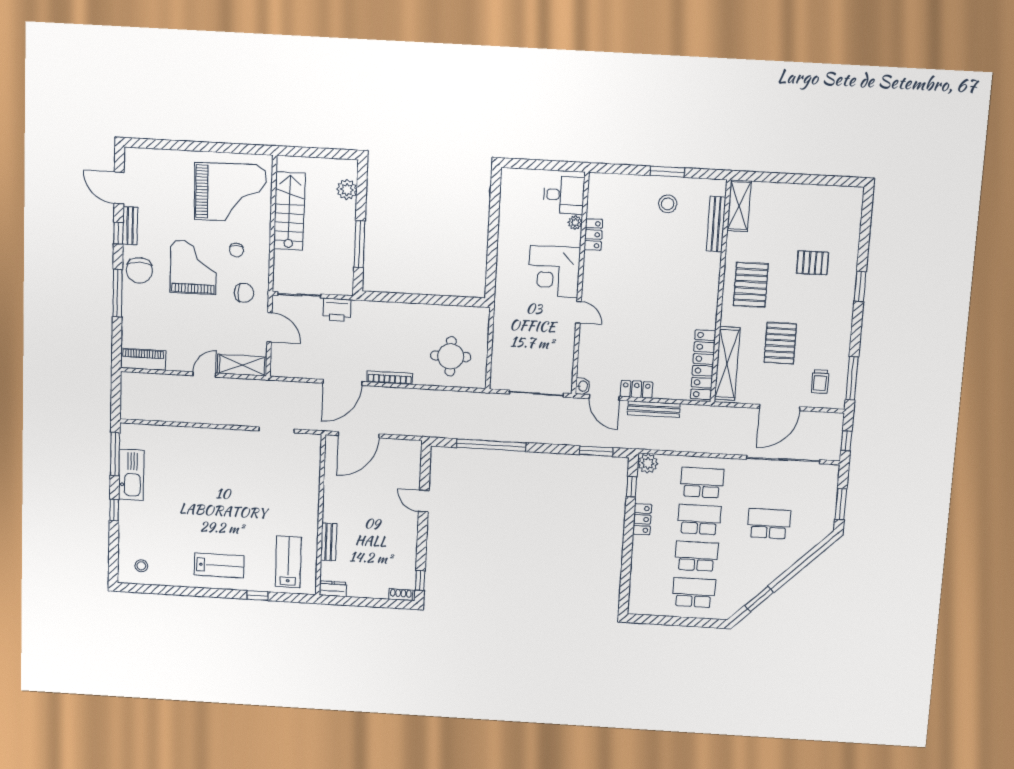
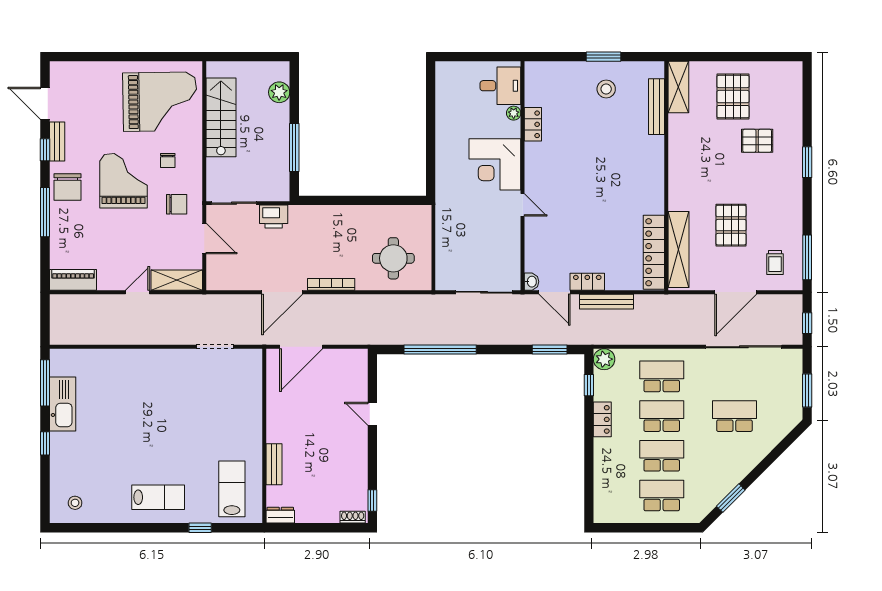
pallet: (751, 285) -> (733, 97), moved

